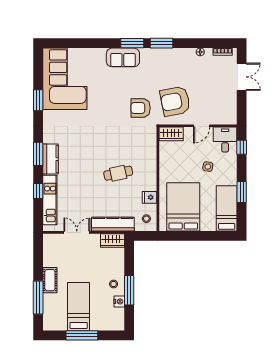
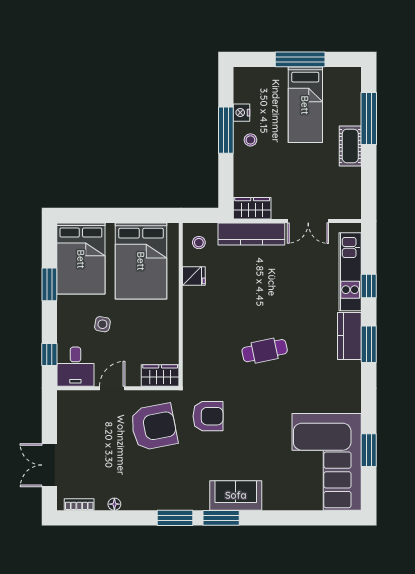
window: (38, 100) -> (369, 450), moved
cafe table: (118, 173) -> (265, 351), moved
bed: (227, 208) -> (81, 259), width x1.50

